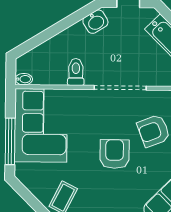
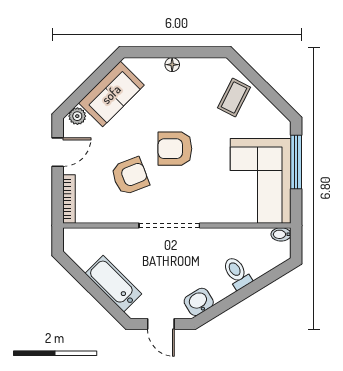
toilet: (76, 72) -> (237, 273), moved, turned 148
armchair: (115, 154) -> (175, 149), turned 90

